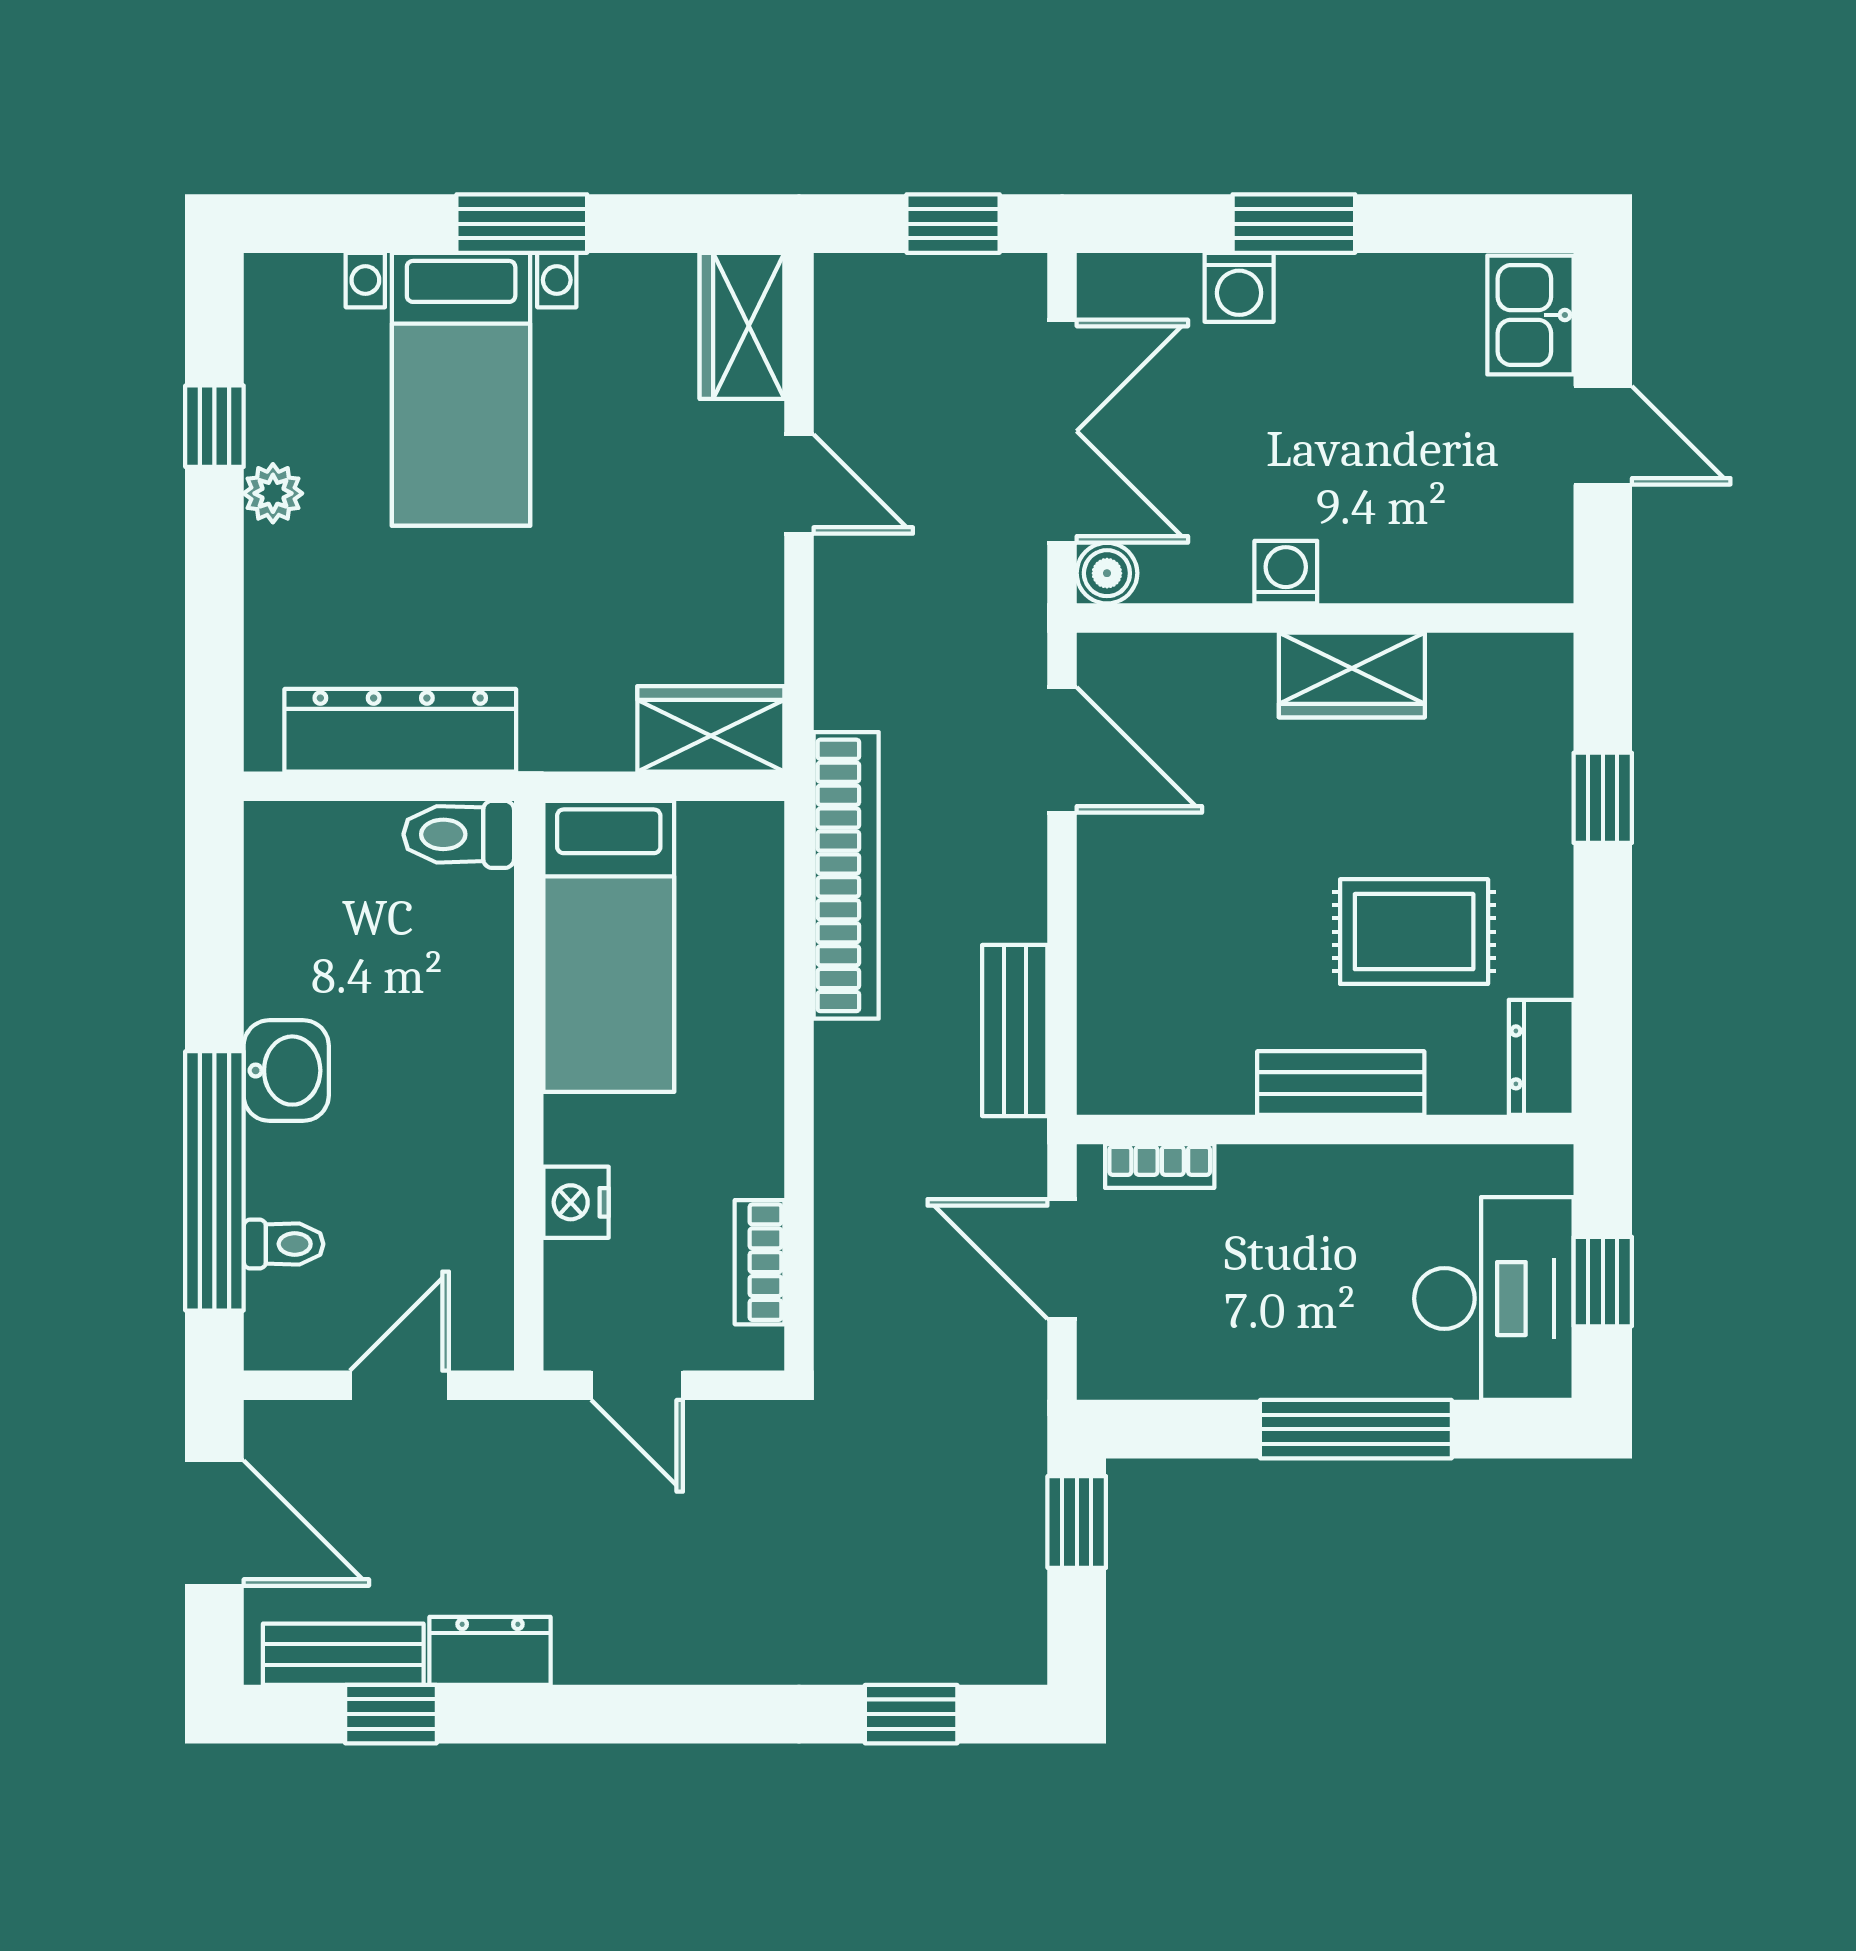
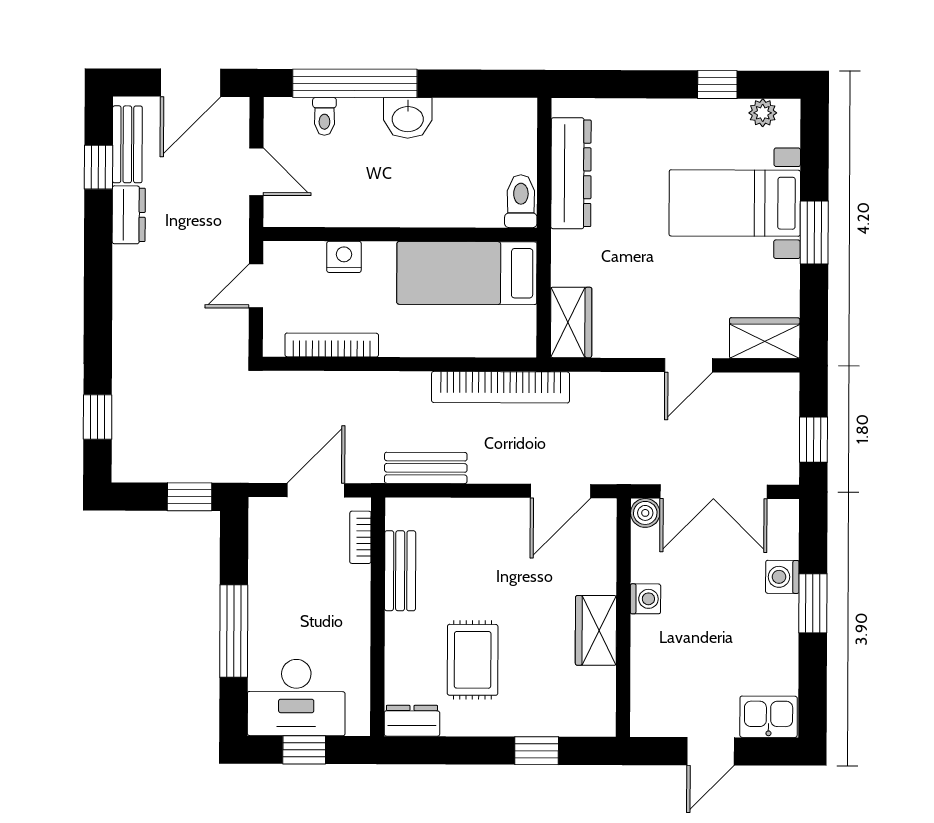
plant: (273, 493) -> (763, 113), moved
bench: (1341, 1083) -> (400, 571), moved
bookcase: (760, 1262) -> (332, 345), width x1.56

